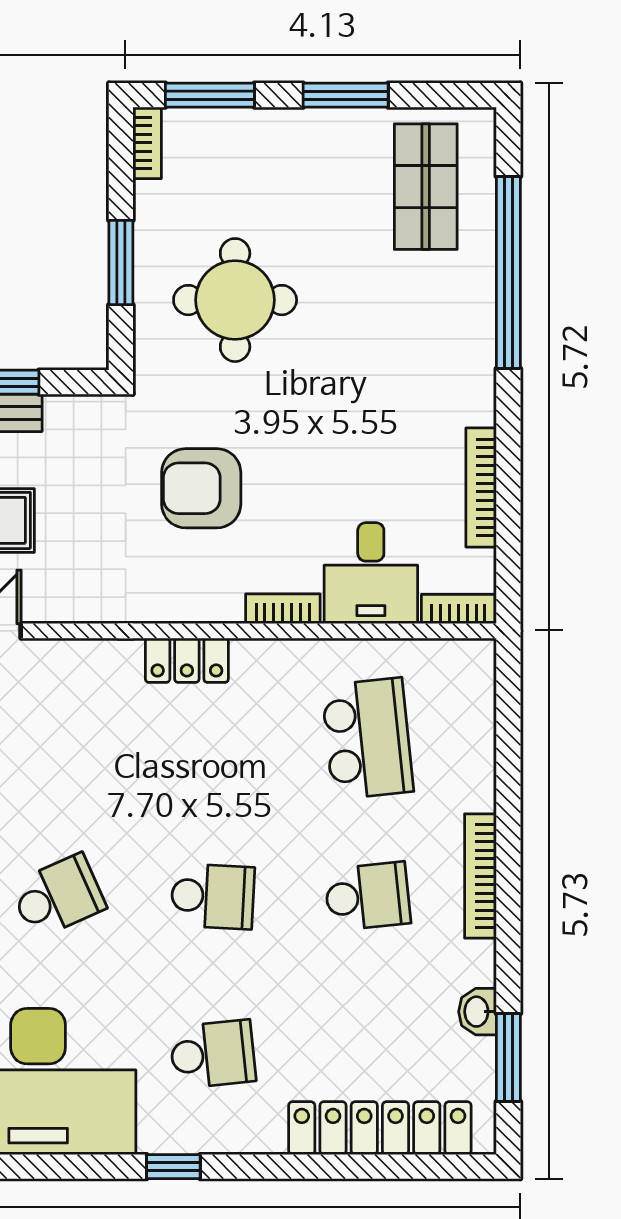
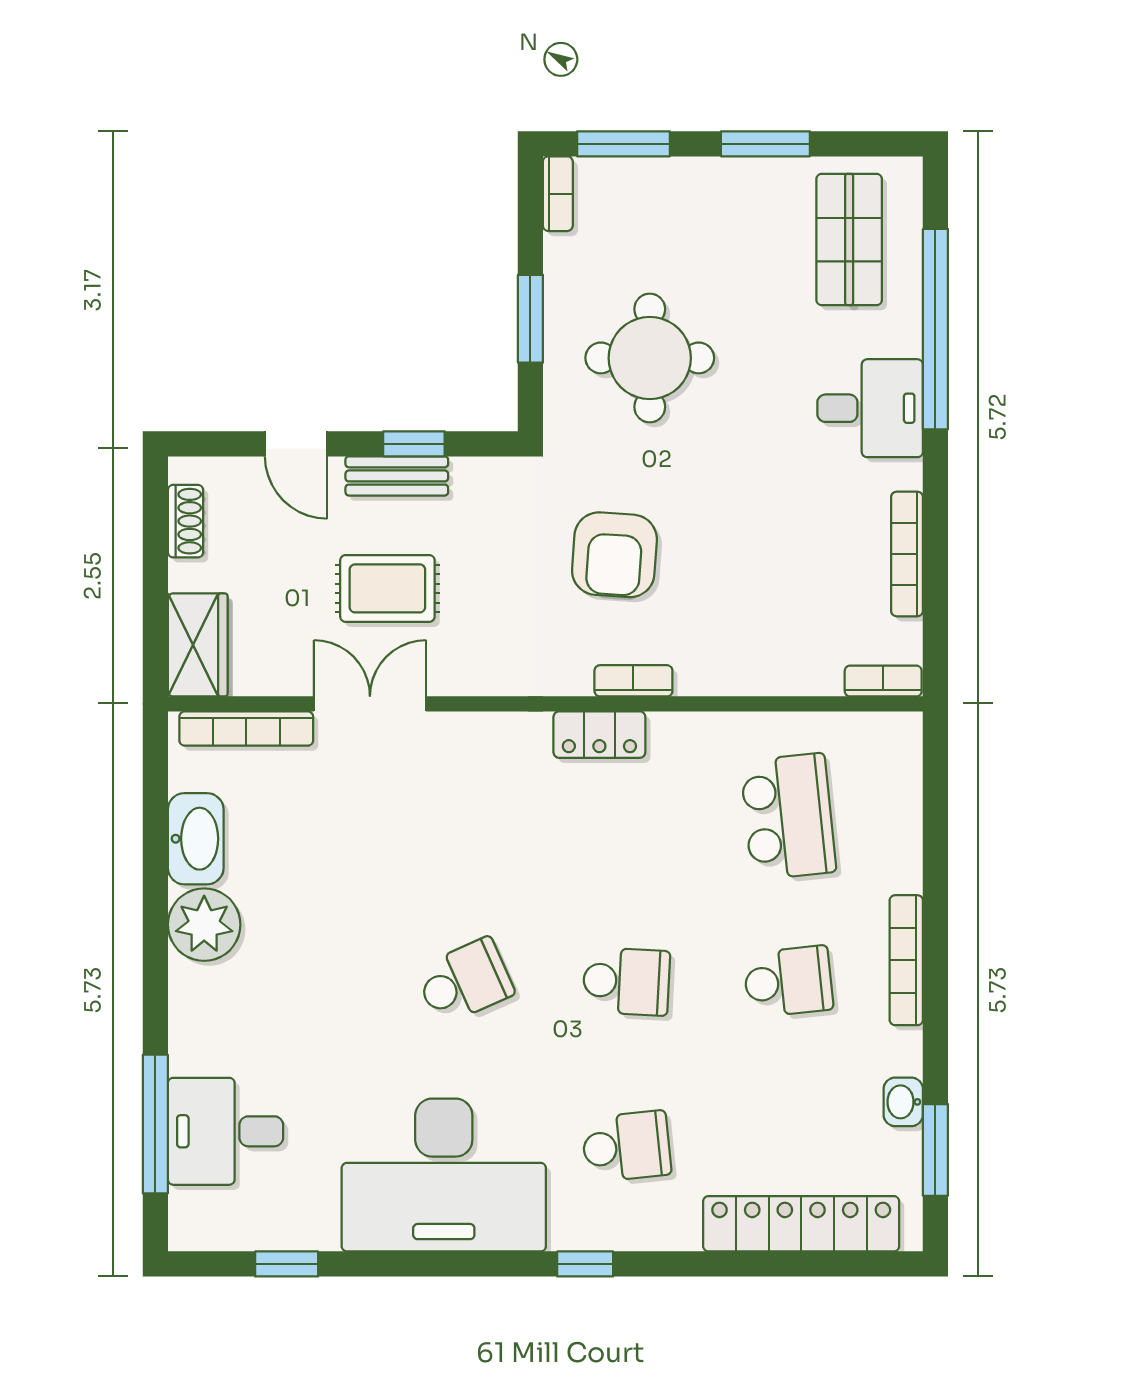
armchair: (201, 488) -> (614, 555), turned -86
desk: (371, 573) -> (870, 408), moved, turned -90
bookcase: (283, 609) -> (633, 681), moved

